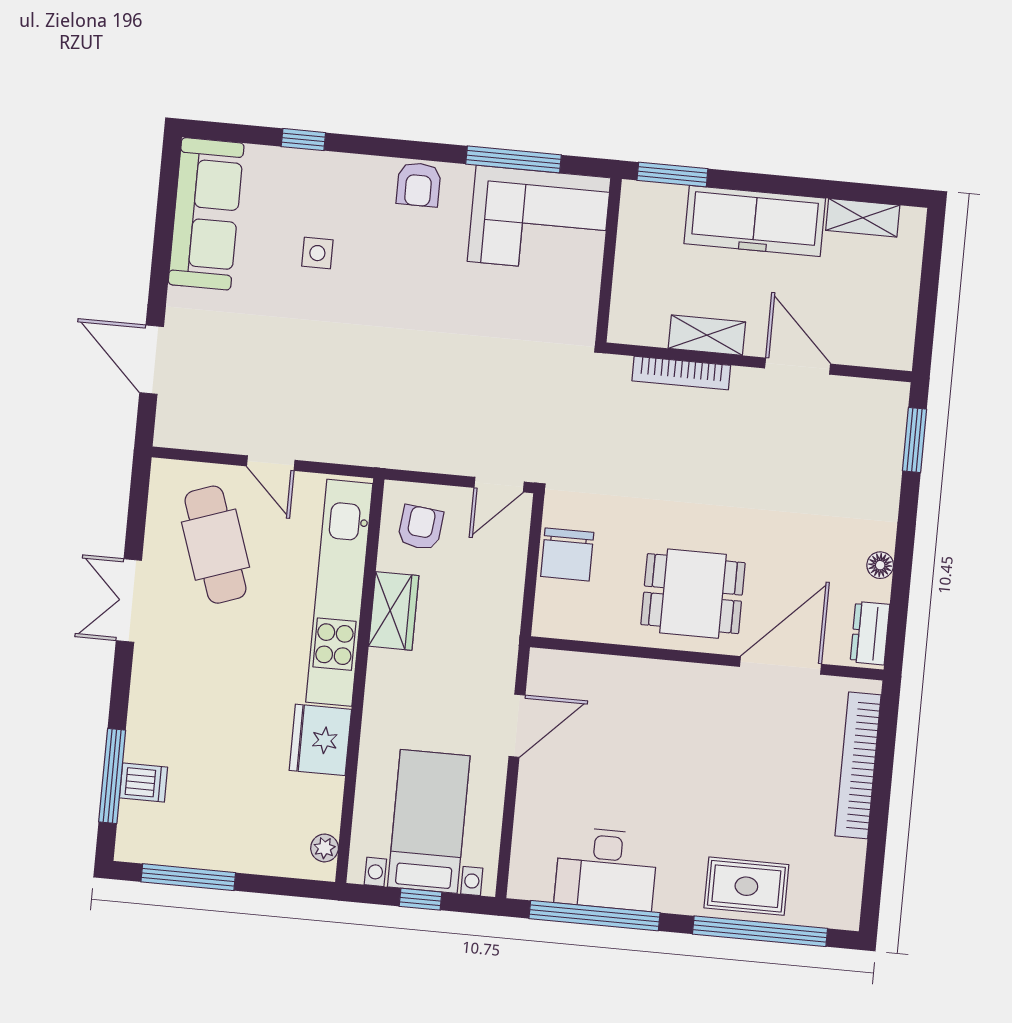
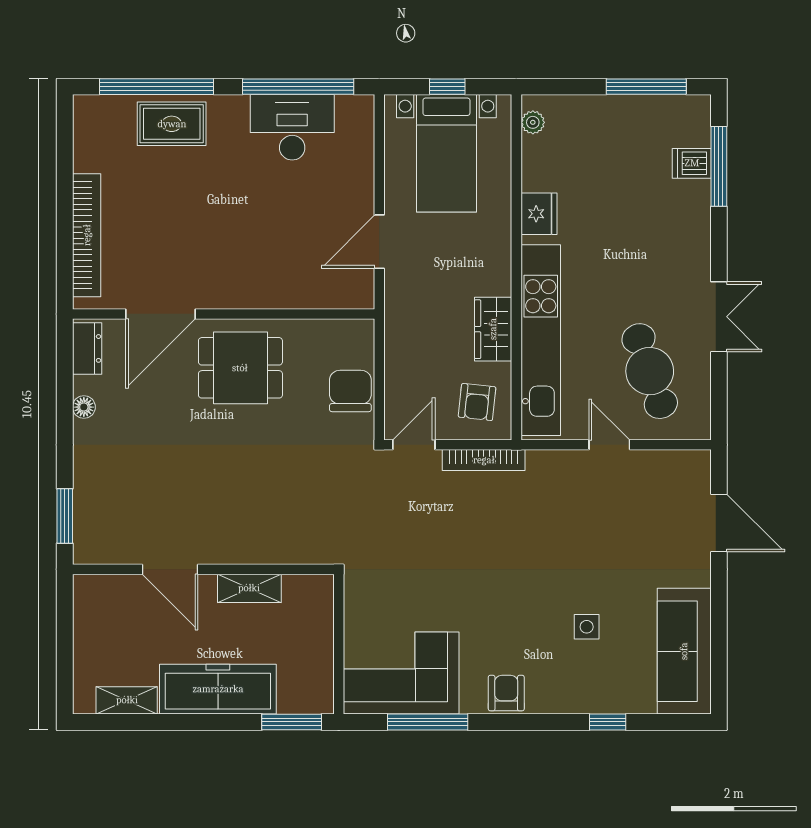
bookcase: (681, 373) -> (484, 460), moved, turned 180
fridge: (320, 740) -> (539, 214), width x0.73, depth x0.75

